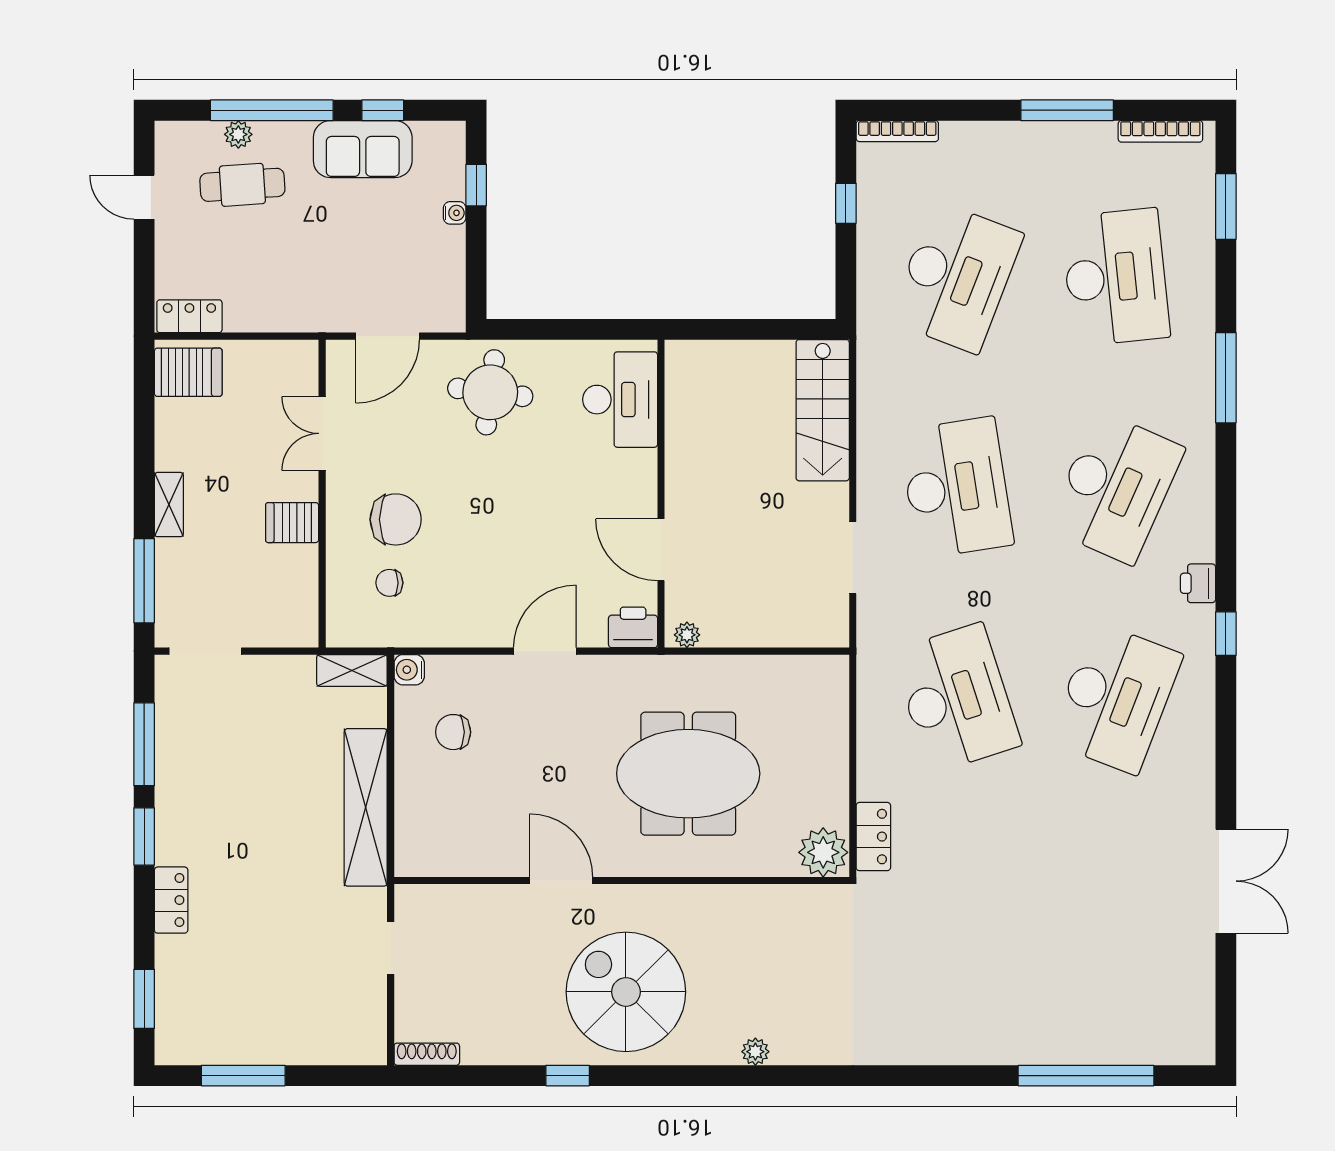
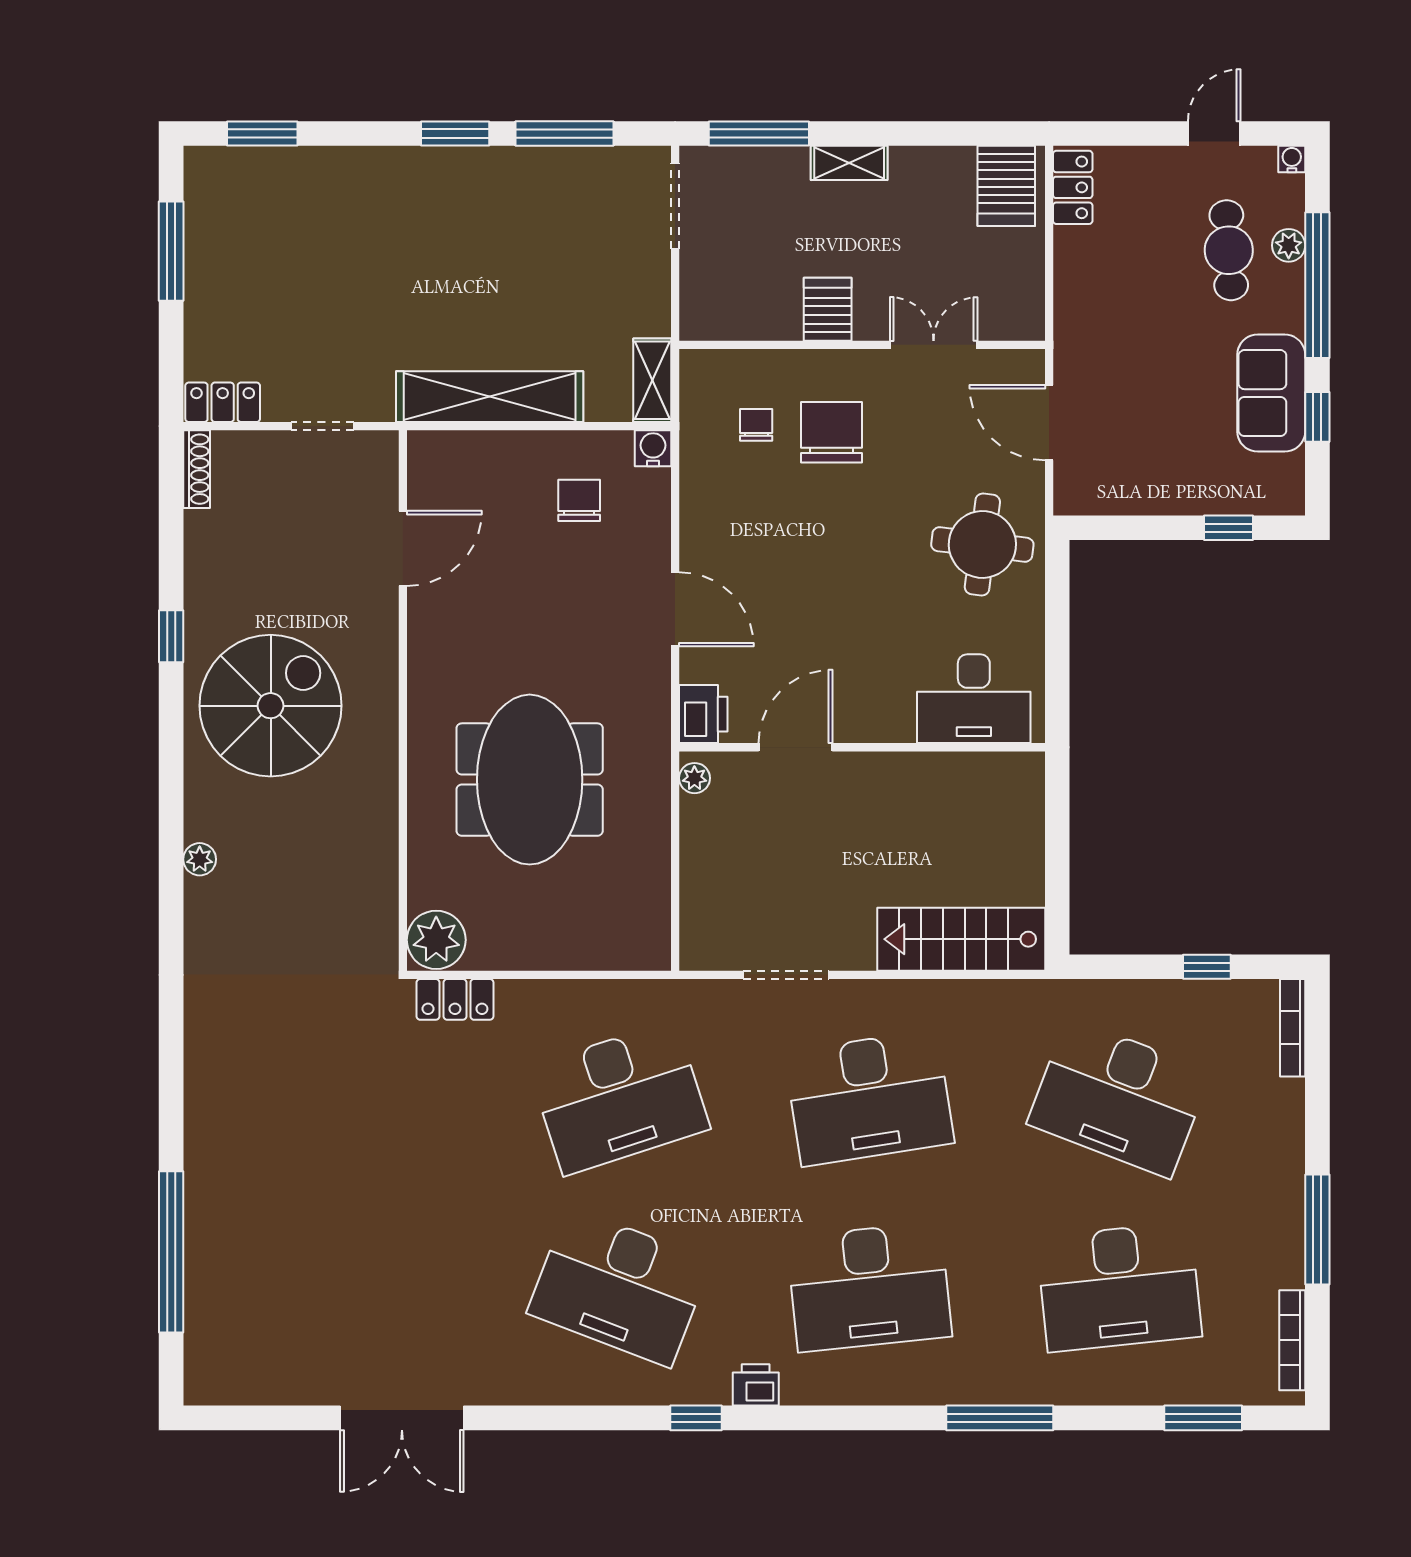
water cooler: (455, 213) -> (1292, 159), moved, turned 180
desk: (1115, 488) -> (869, 1287), turned -30
chair: (396, 519) -> (831, 432), turned 180
door: (561, 880) -> (403, 548), moved
locker: (171, 900) -> (223, 402), moved, turned 180

